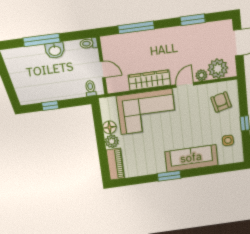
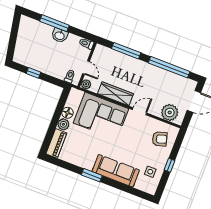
window: (193, 20) -> (169, 67), width x2.11
plant: (201, 75) -> (86, 84), moved
armchair: (221, 102) -> (160, 139), turned 88

